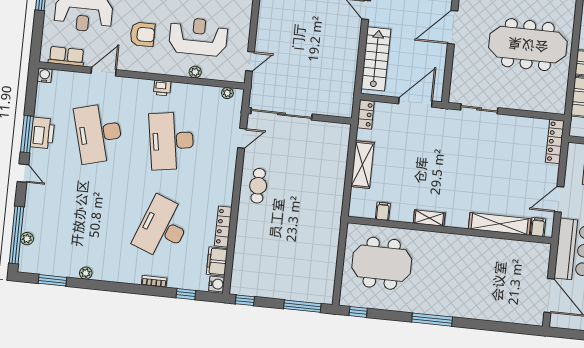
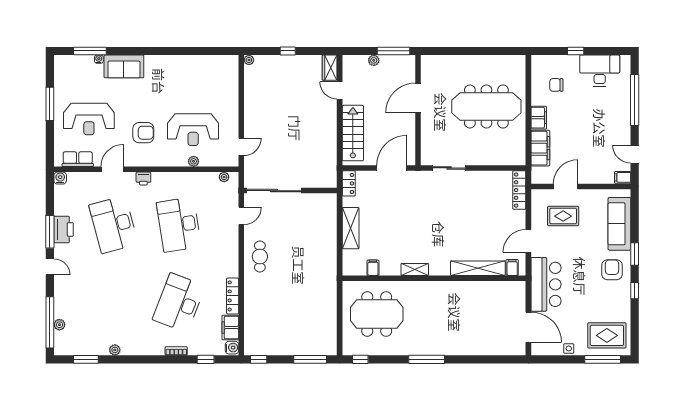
reception desk: (198, 37) -> (193, 130), turned 180
printer: (162, 88) -> (143, 179), moved

